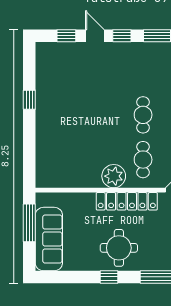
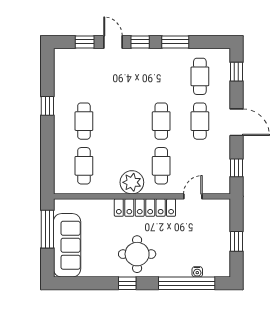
cafe table: (66, 115) -> (84, 121), added
cafe table: (66, 160) -> (84, 166), added

